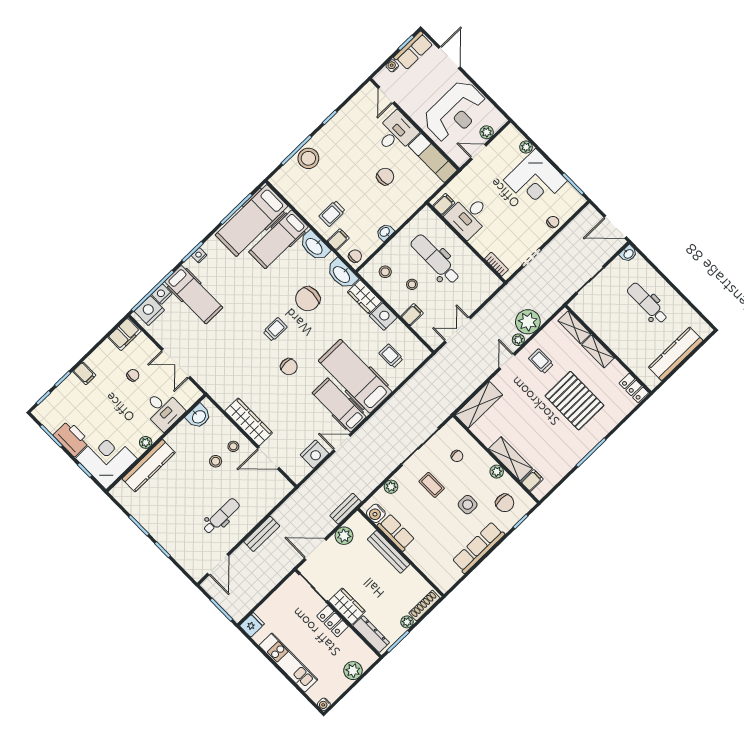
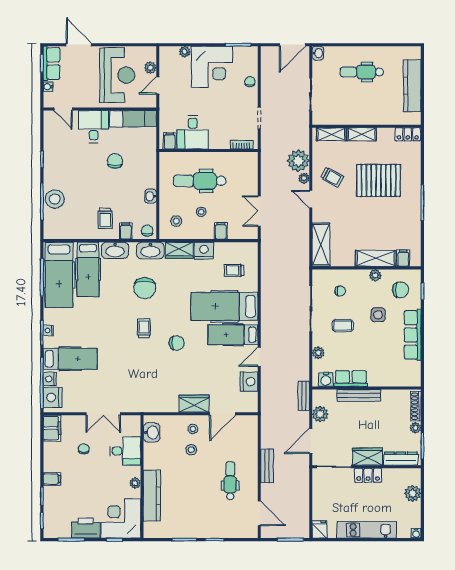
trolley: (541, 361) -> (332, 177), turned -151
wardrobe: (249, 422) -> (194, 404), width x0.67

